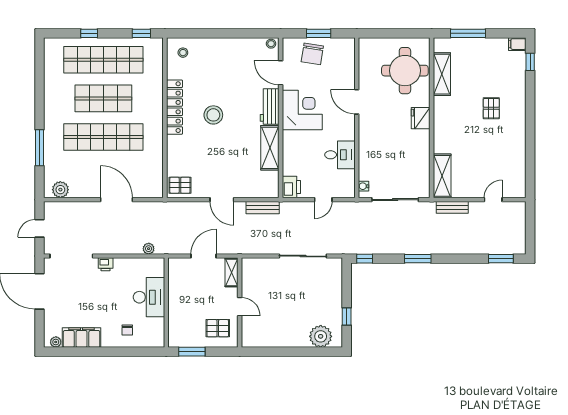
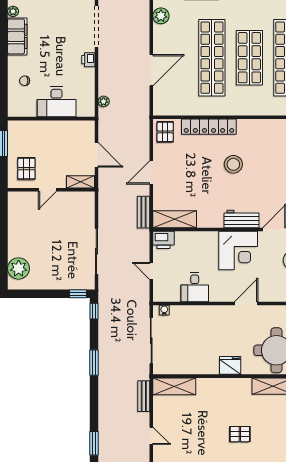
locker: (174, 107) -> (209, 127), moved
shelving: (270, 148) -> (175, 219), moved
window: (347, 317) -> (78, 294), moved

